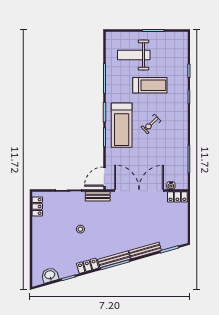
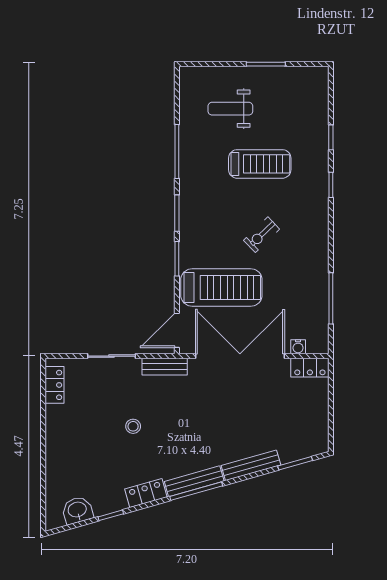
weight bench: (134, 55) -> (230, 109), width x0.73, depth x0.75
treadmill: (122, 125) -> (221, 288), moved, turned -90

